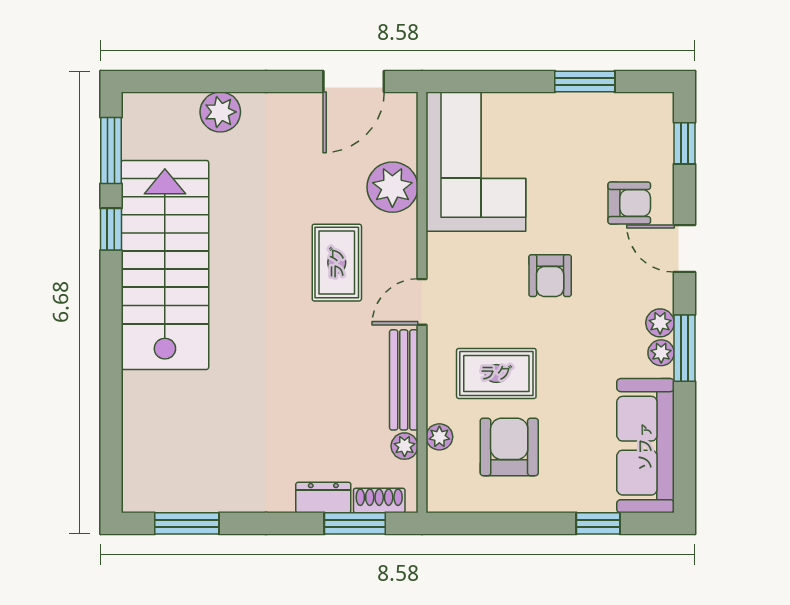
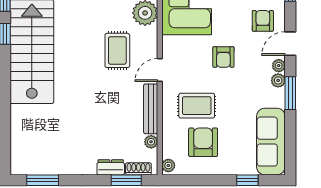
armchair: (629, 203) -> (263, 21), turned -90
door: (685, 249) -> (290, 44), hinge flipped
plant: (661, 353) -> (279, 66), moved
plant: (439, 437) -> (168, 165), moved

